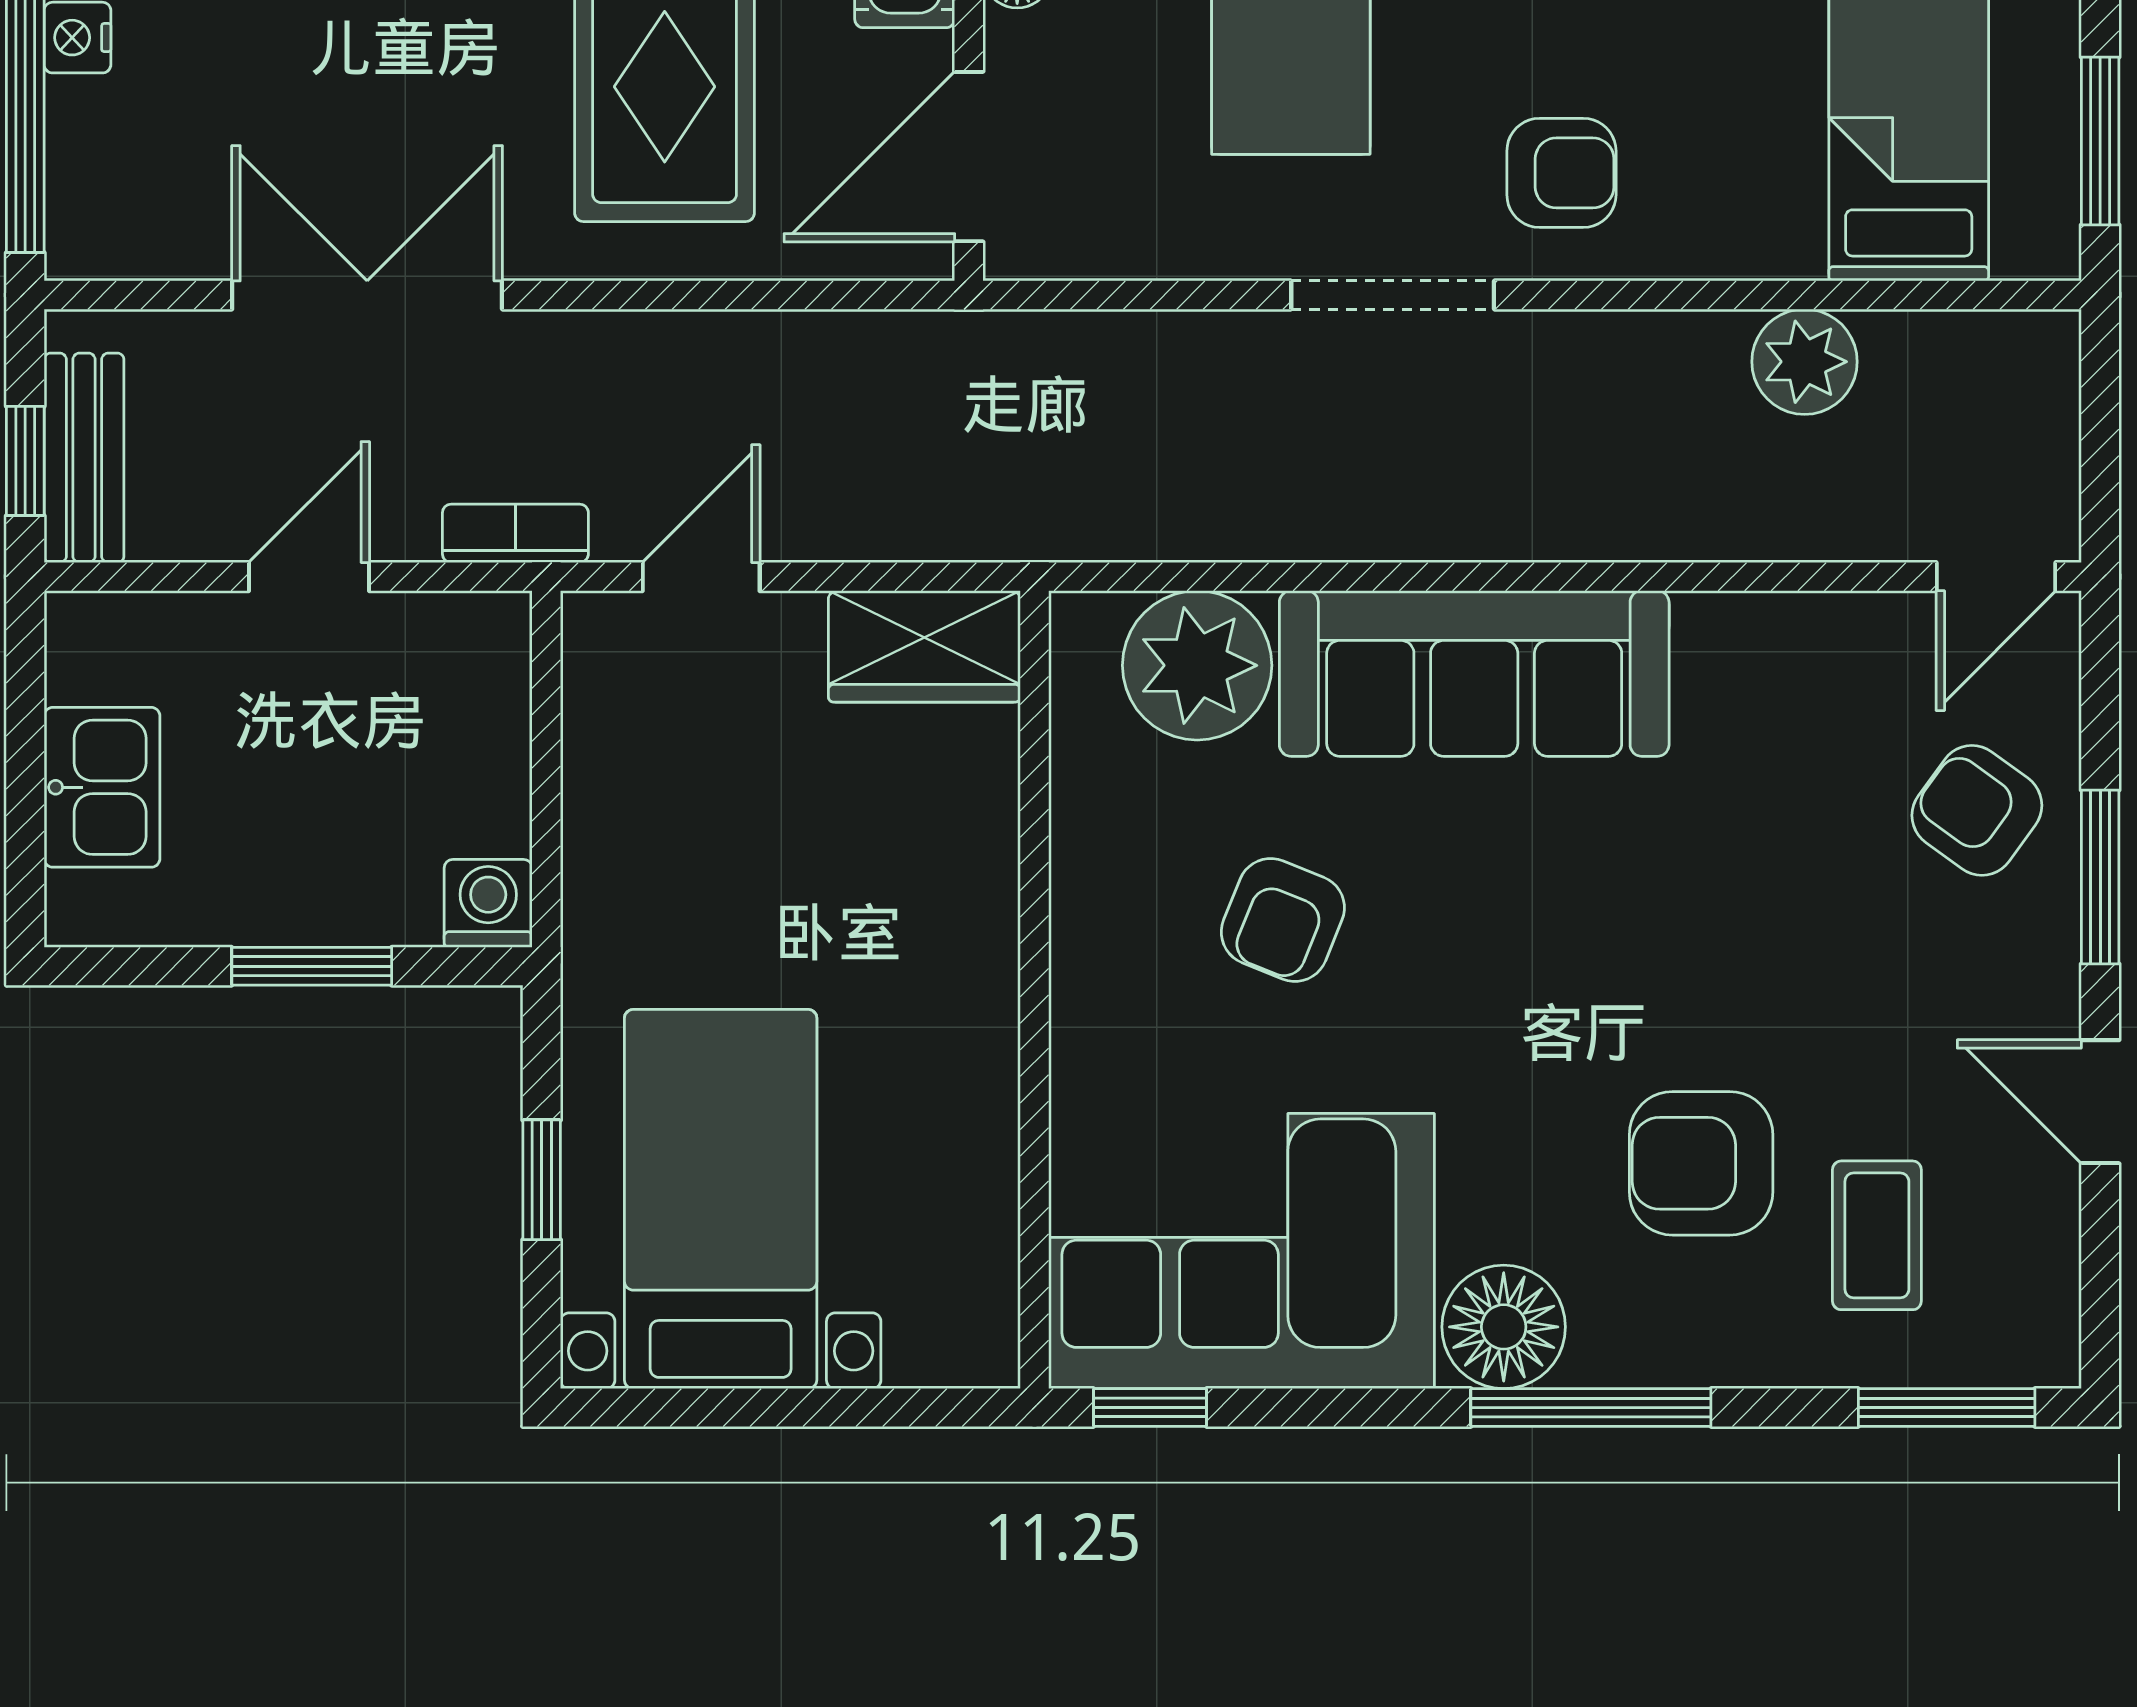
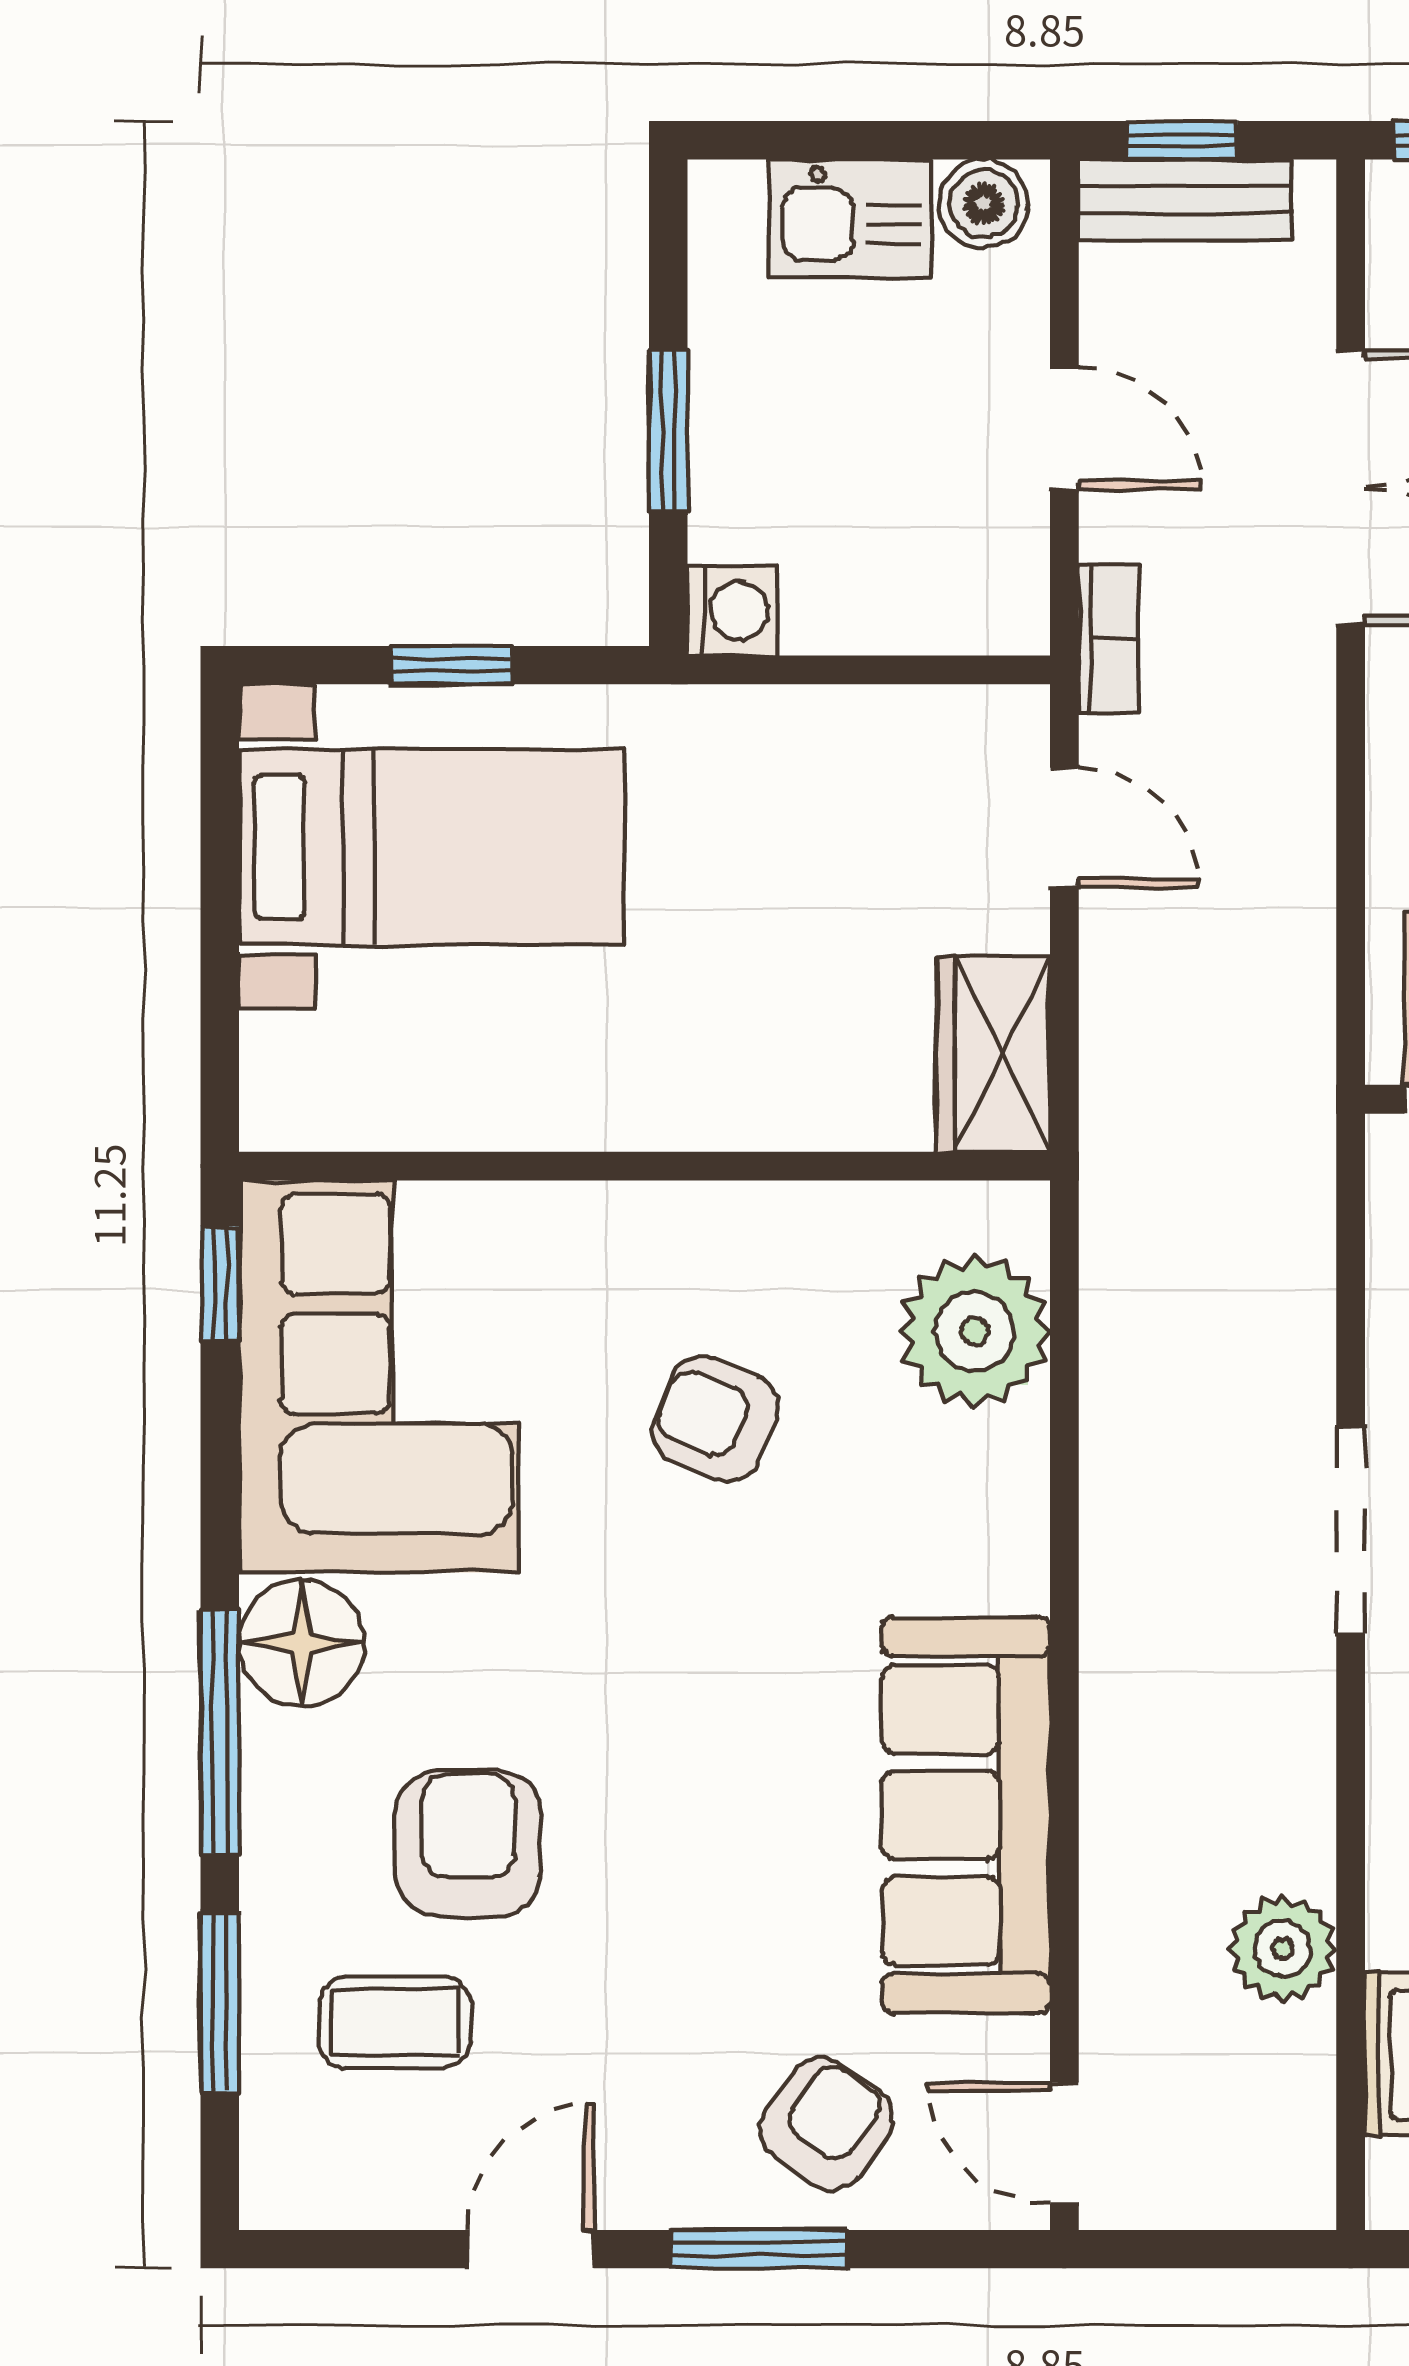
boiler: (88, 656) -> (984, 204), added
sofa: (1474, 674) -> (966, 1815), moved
window: (1947, 1408) -> (220, 2002), moved

